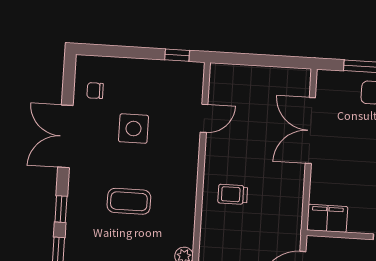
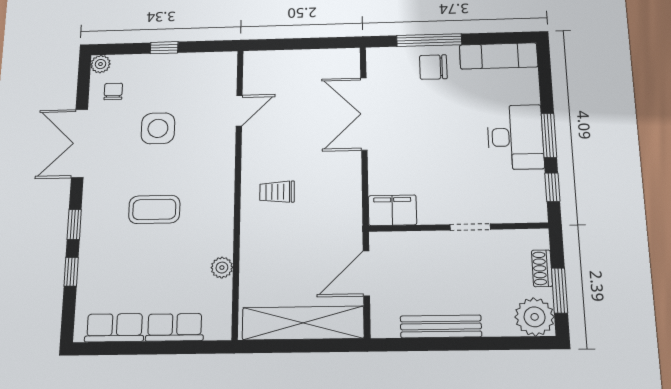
window: (177, 55) -> (164, 48), moved
plant: (84, 63) -> (101, 64), added
chair: (95, 91) -> (113, 91), turned 90

